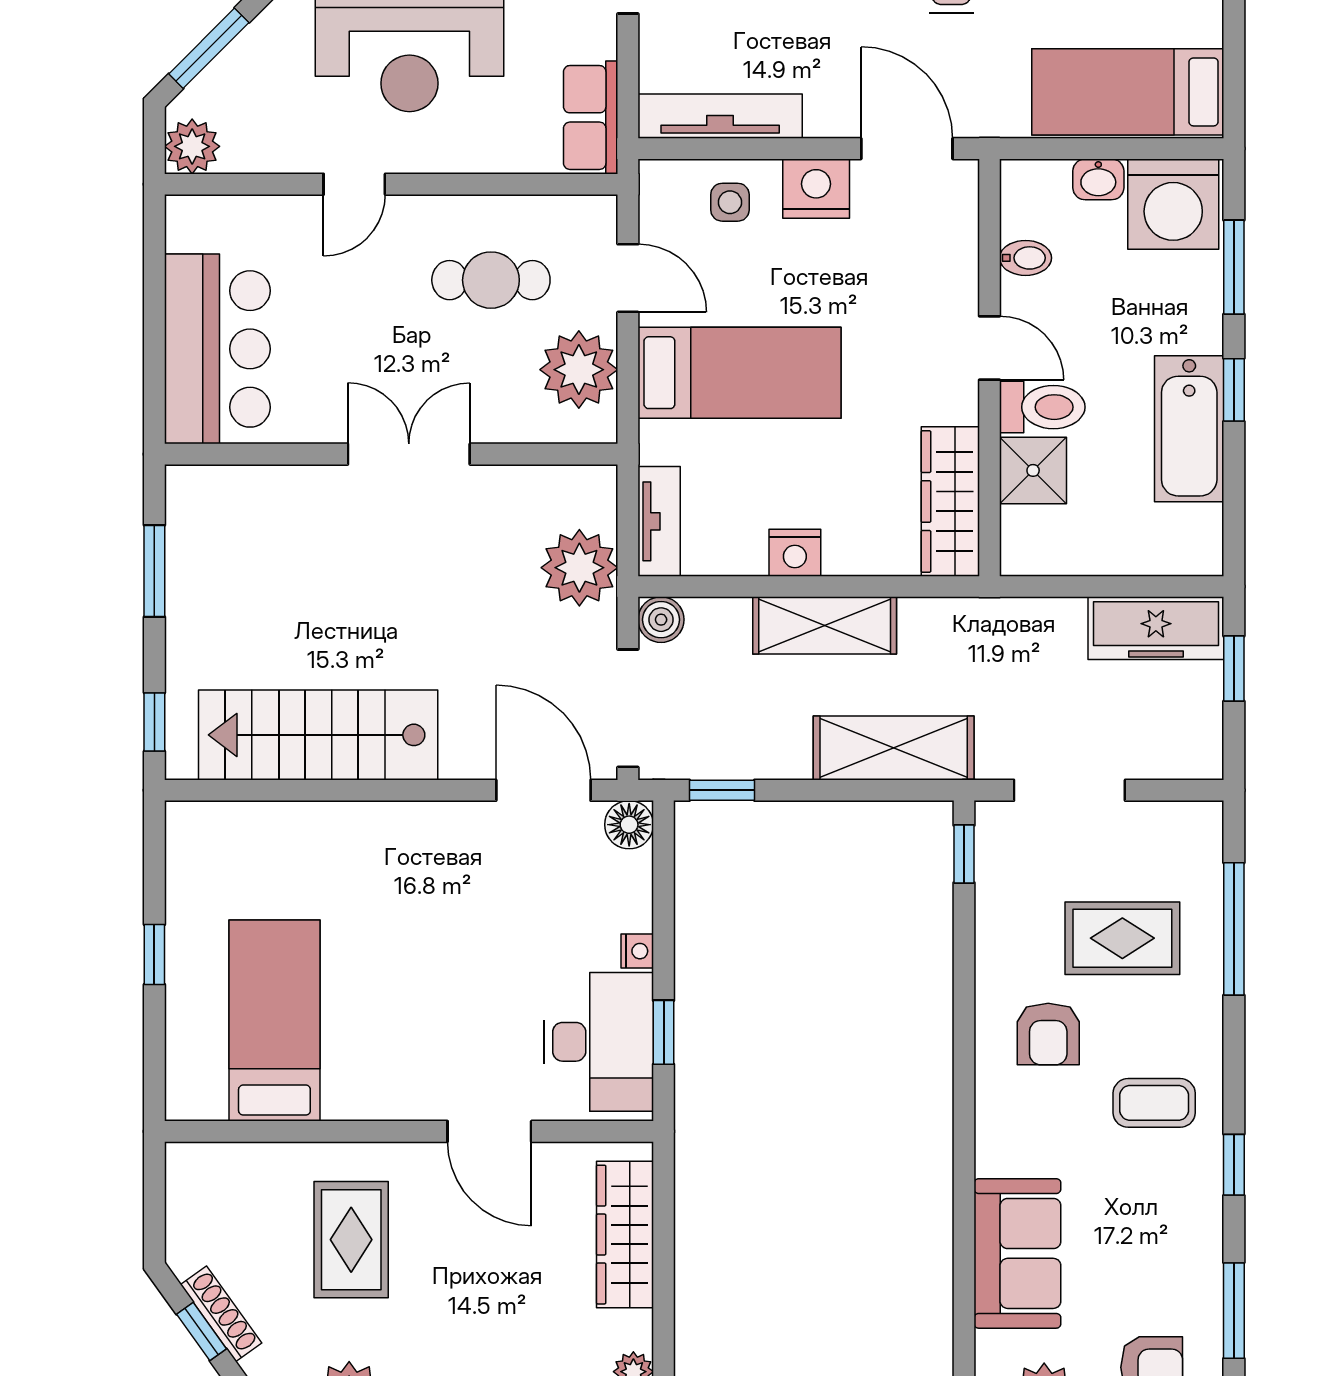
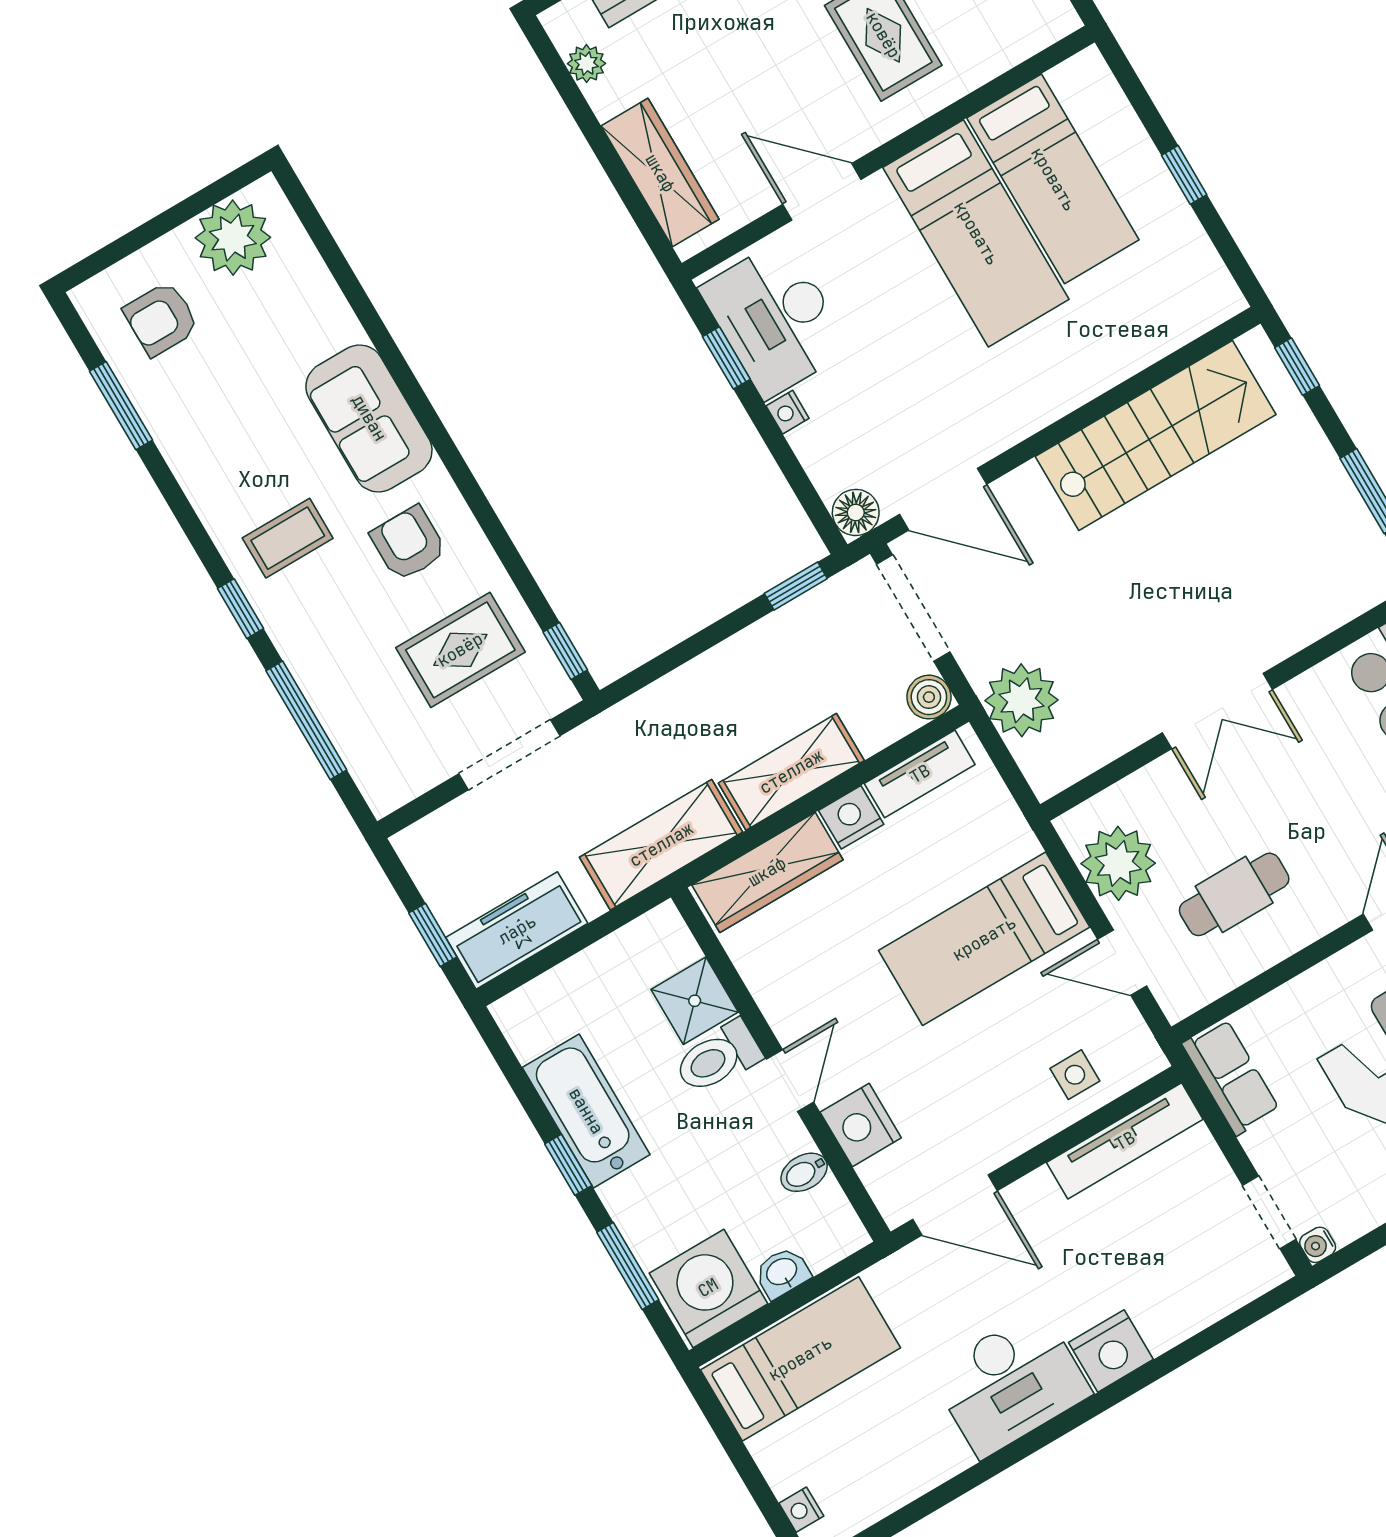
nightstand: (816, 189) -> (861, 1125), moved, turned 90
door: (989, 348) -> (790, 1081), swing flipped
wardrobe: (950, 502) -> (767, 872), moved, turned 90
tv unit: (659, 521) -> (920, 774), moved, turned -90
shelving: (894, 748) -> (661, 845), moved
rug: (1122, 938) -> (460, 650), moved
bed: (373, 1012) -> (976, 233), added
window: (1234, 1165) -> (241, 609), moved
sofa: (1017, 1253) -> (369, 418), moved

